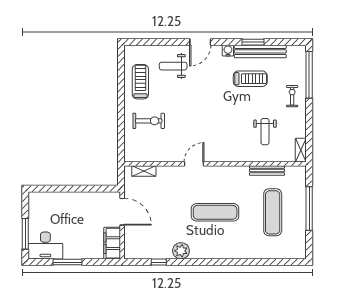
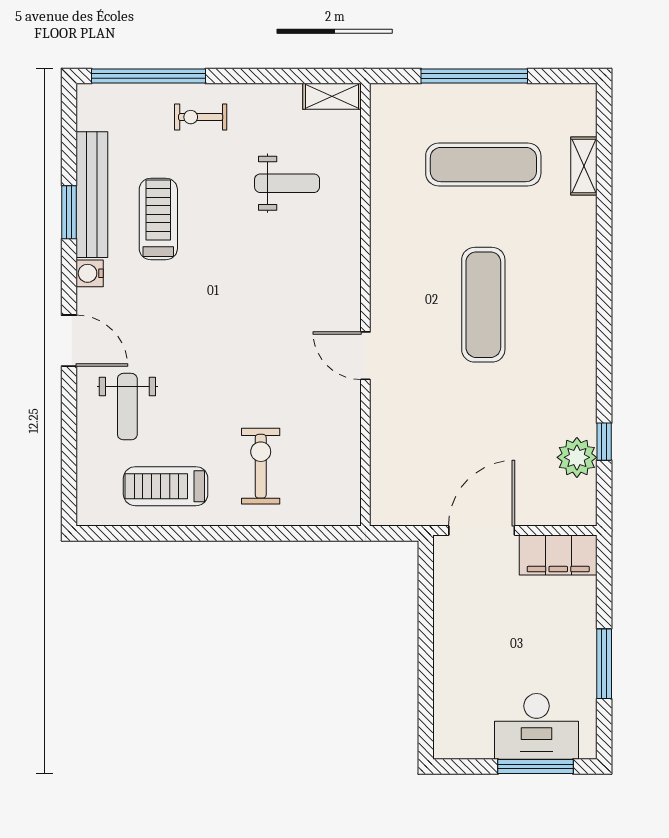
shelving: (144, 171) -> (584, 166), moved
bench: (267, 171) -> (382, 178), removed
desk: (45, 246) -> (537, 726), moved, turned 90
plant: (181, 251) -> (577, 457), moved

